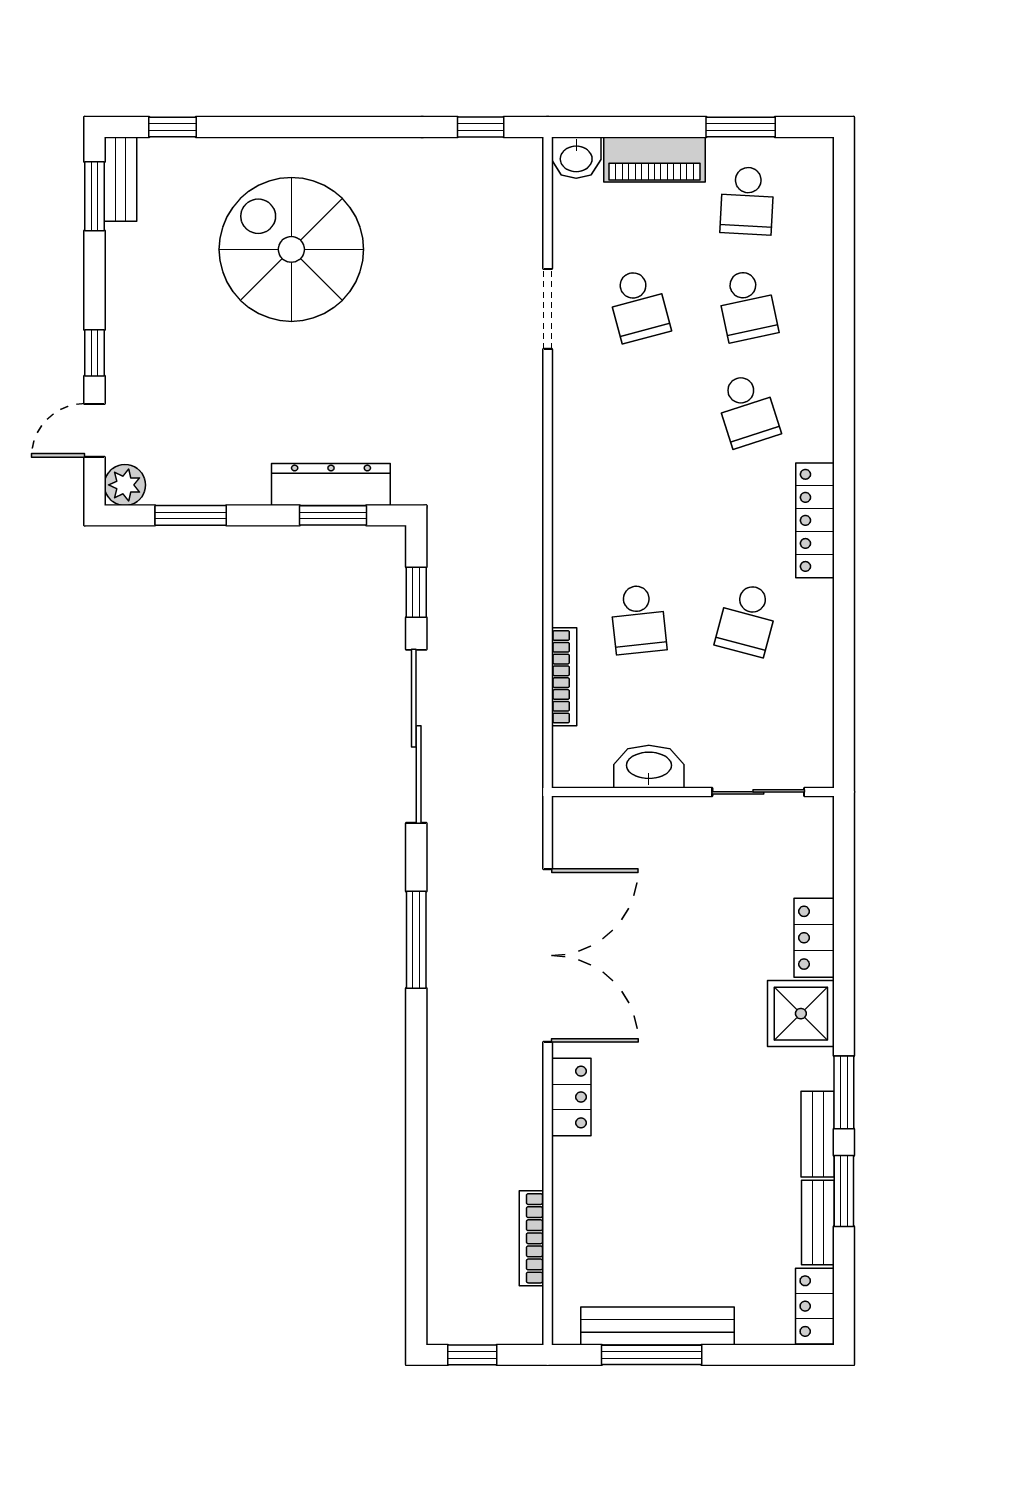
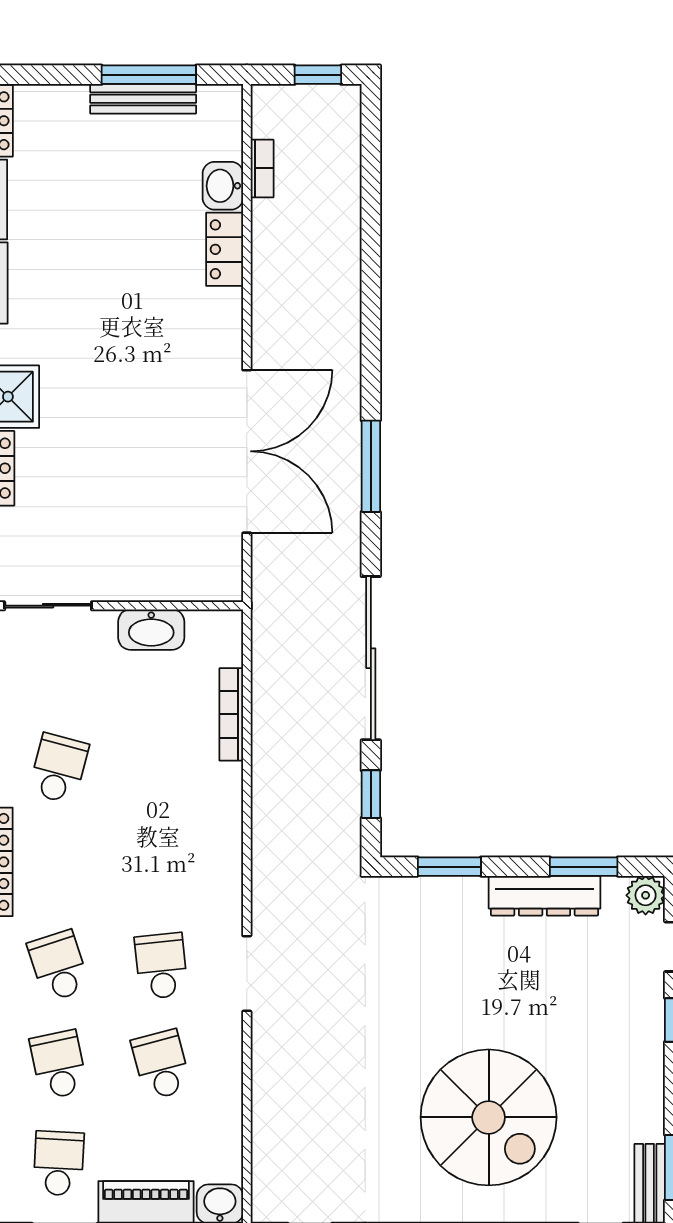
doorway: (548, 309) -> (247, 973), moved
dresser: (331, 484) -> (545, 896), moved
school desk: (638, 619) -> (161, 966), moved
double door: (548, 955) -> (247, 451), swing flipped
locker: (571, 1097) -> (225, 249), moved
washbasin: (573, 1237) -> (223, 186), added
bookcase: (532, 1238) -> (262, 168), width x0.64
bench: (658, 1326) -> (143, 99), width x0.73, depth x0.82

